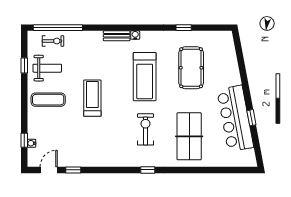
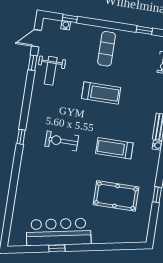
weight bench: (47, 68) -> (51, 71), moved
treadmill: (145, 77) -> (114, 148), width x0.73, depth x0.73
exercise bike: (145, 129) -> (62, 141), turned 180
table tennis table: (189, 136) -> (48, 183), removed
door: (49, 170) -> (36, 38), swing flipped

